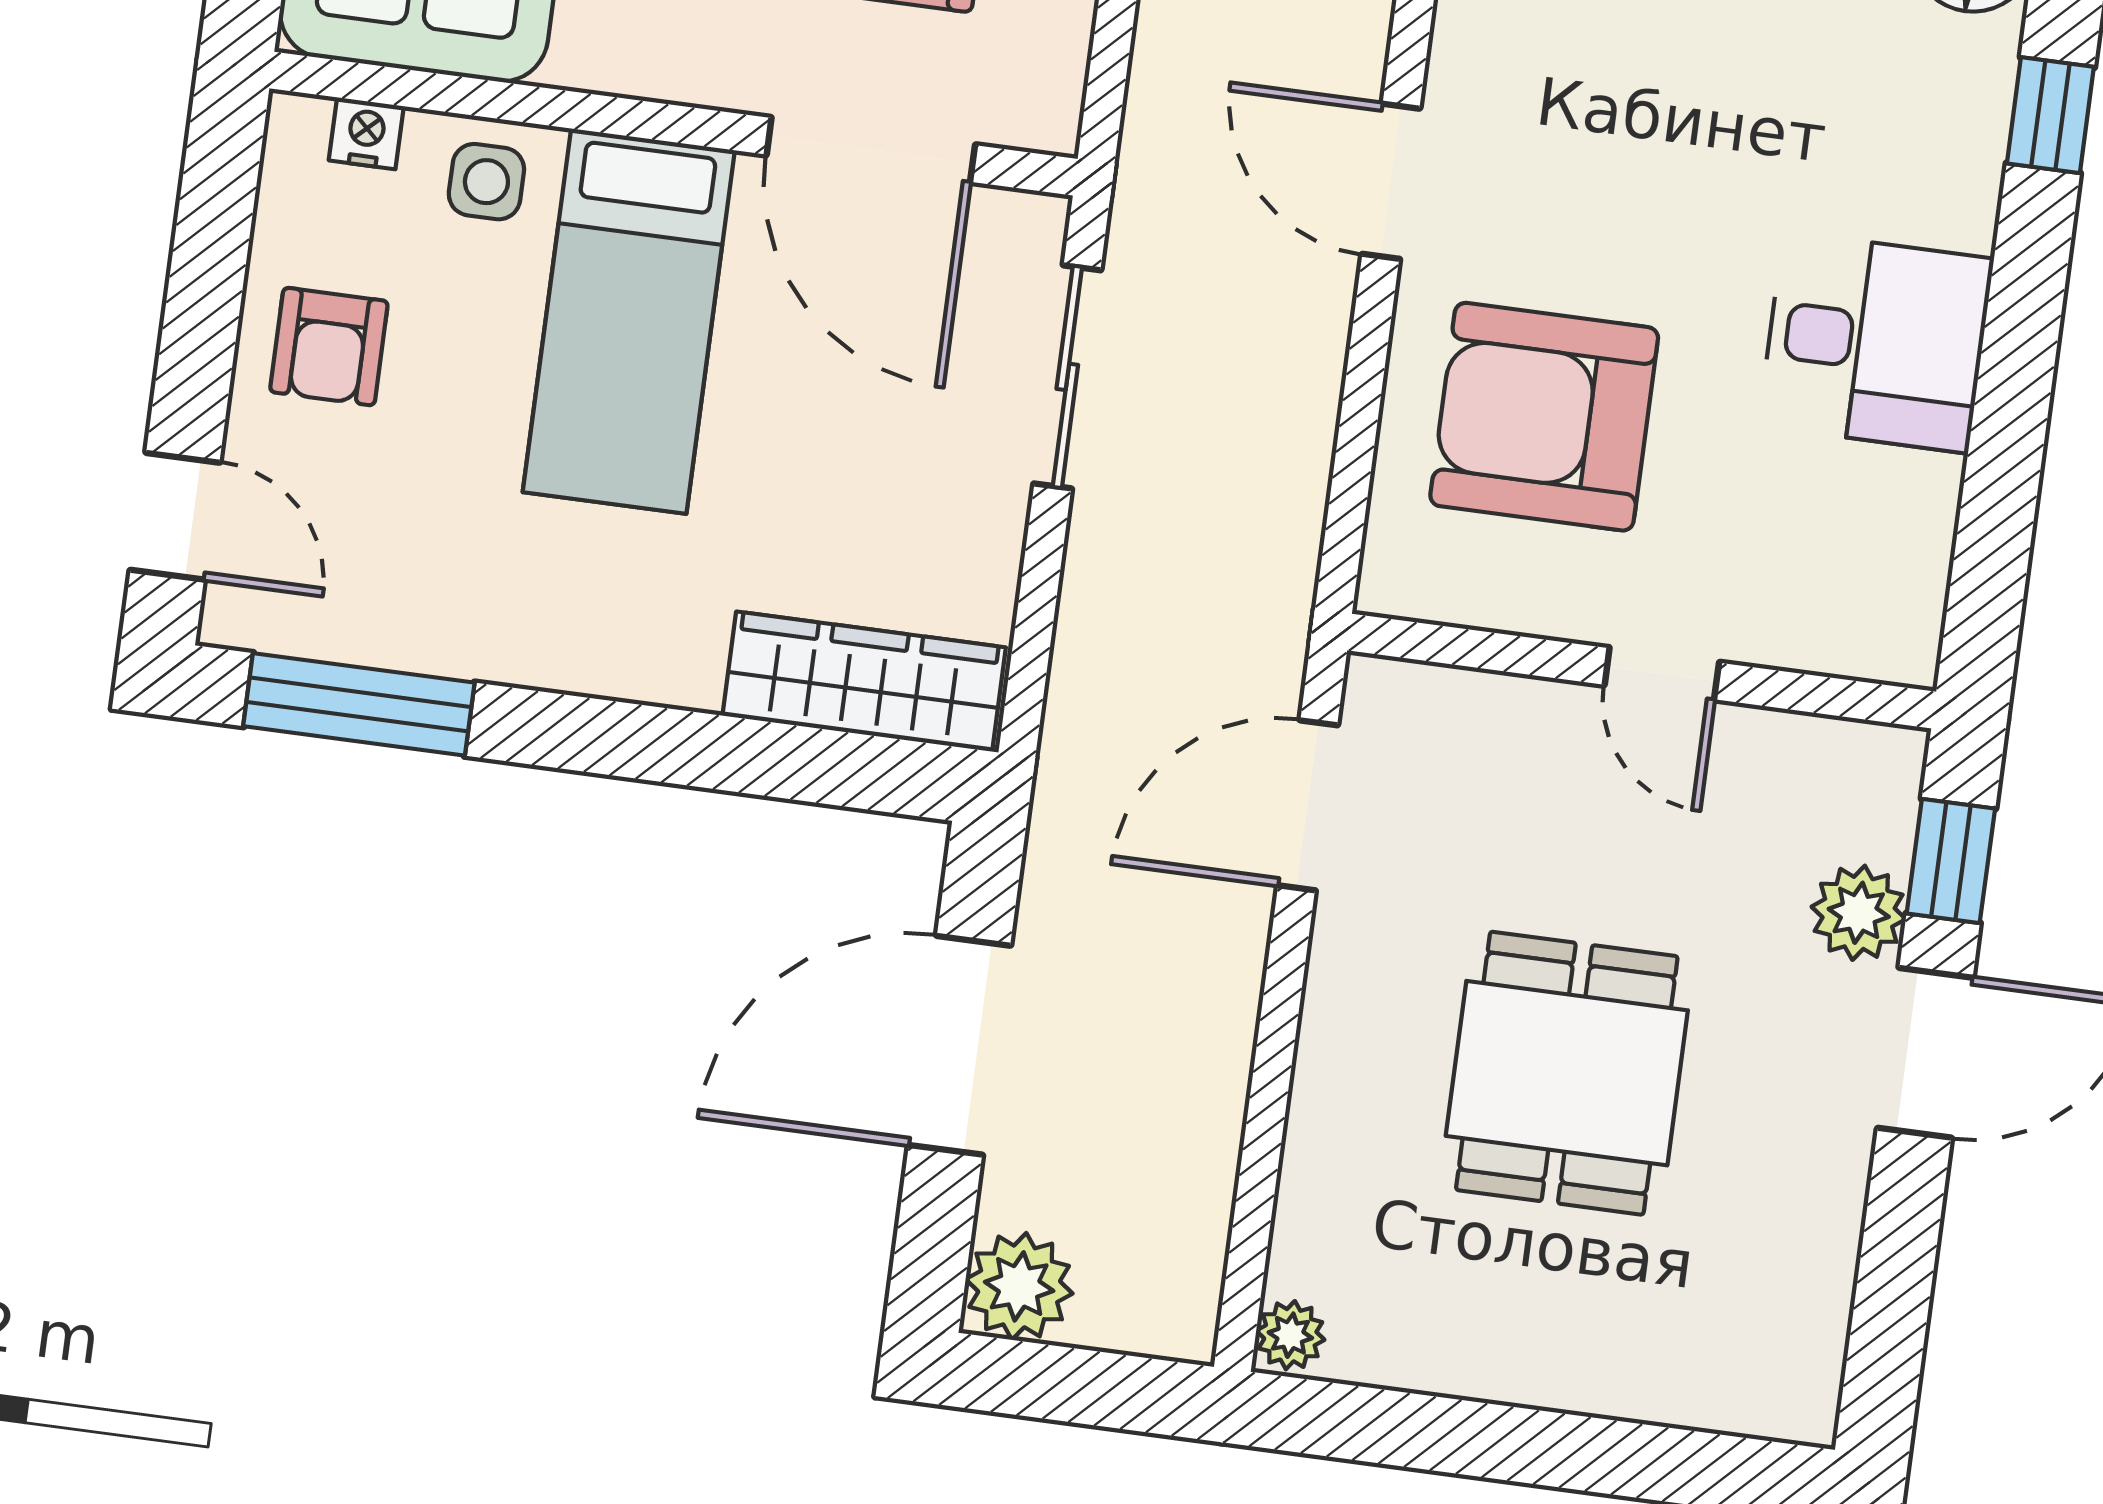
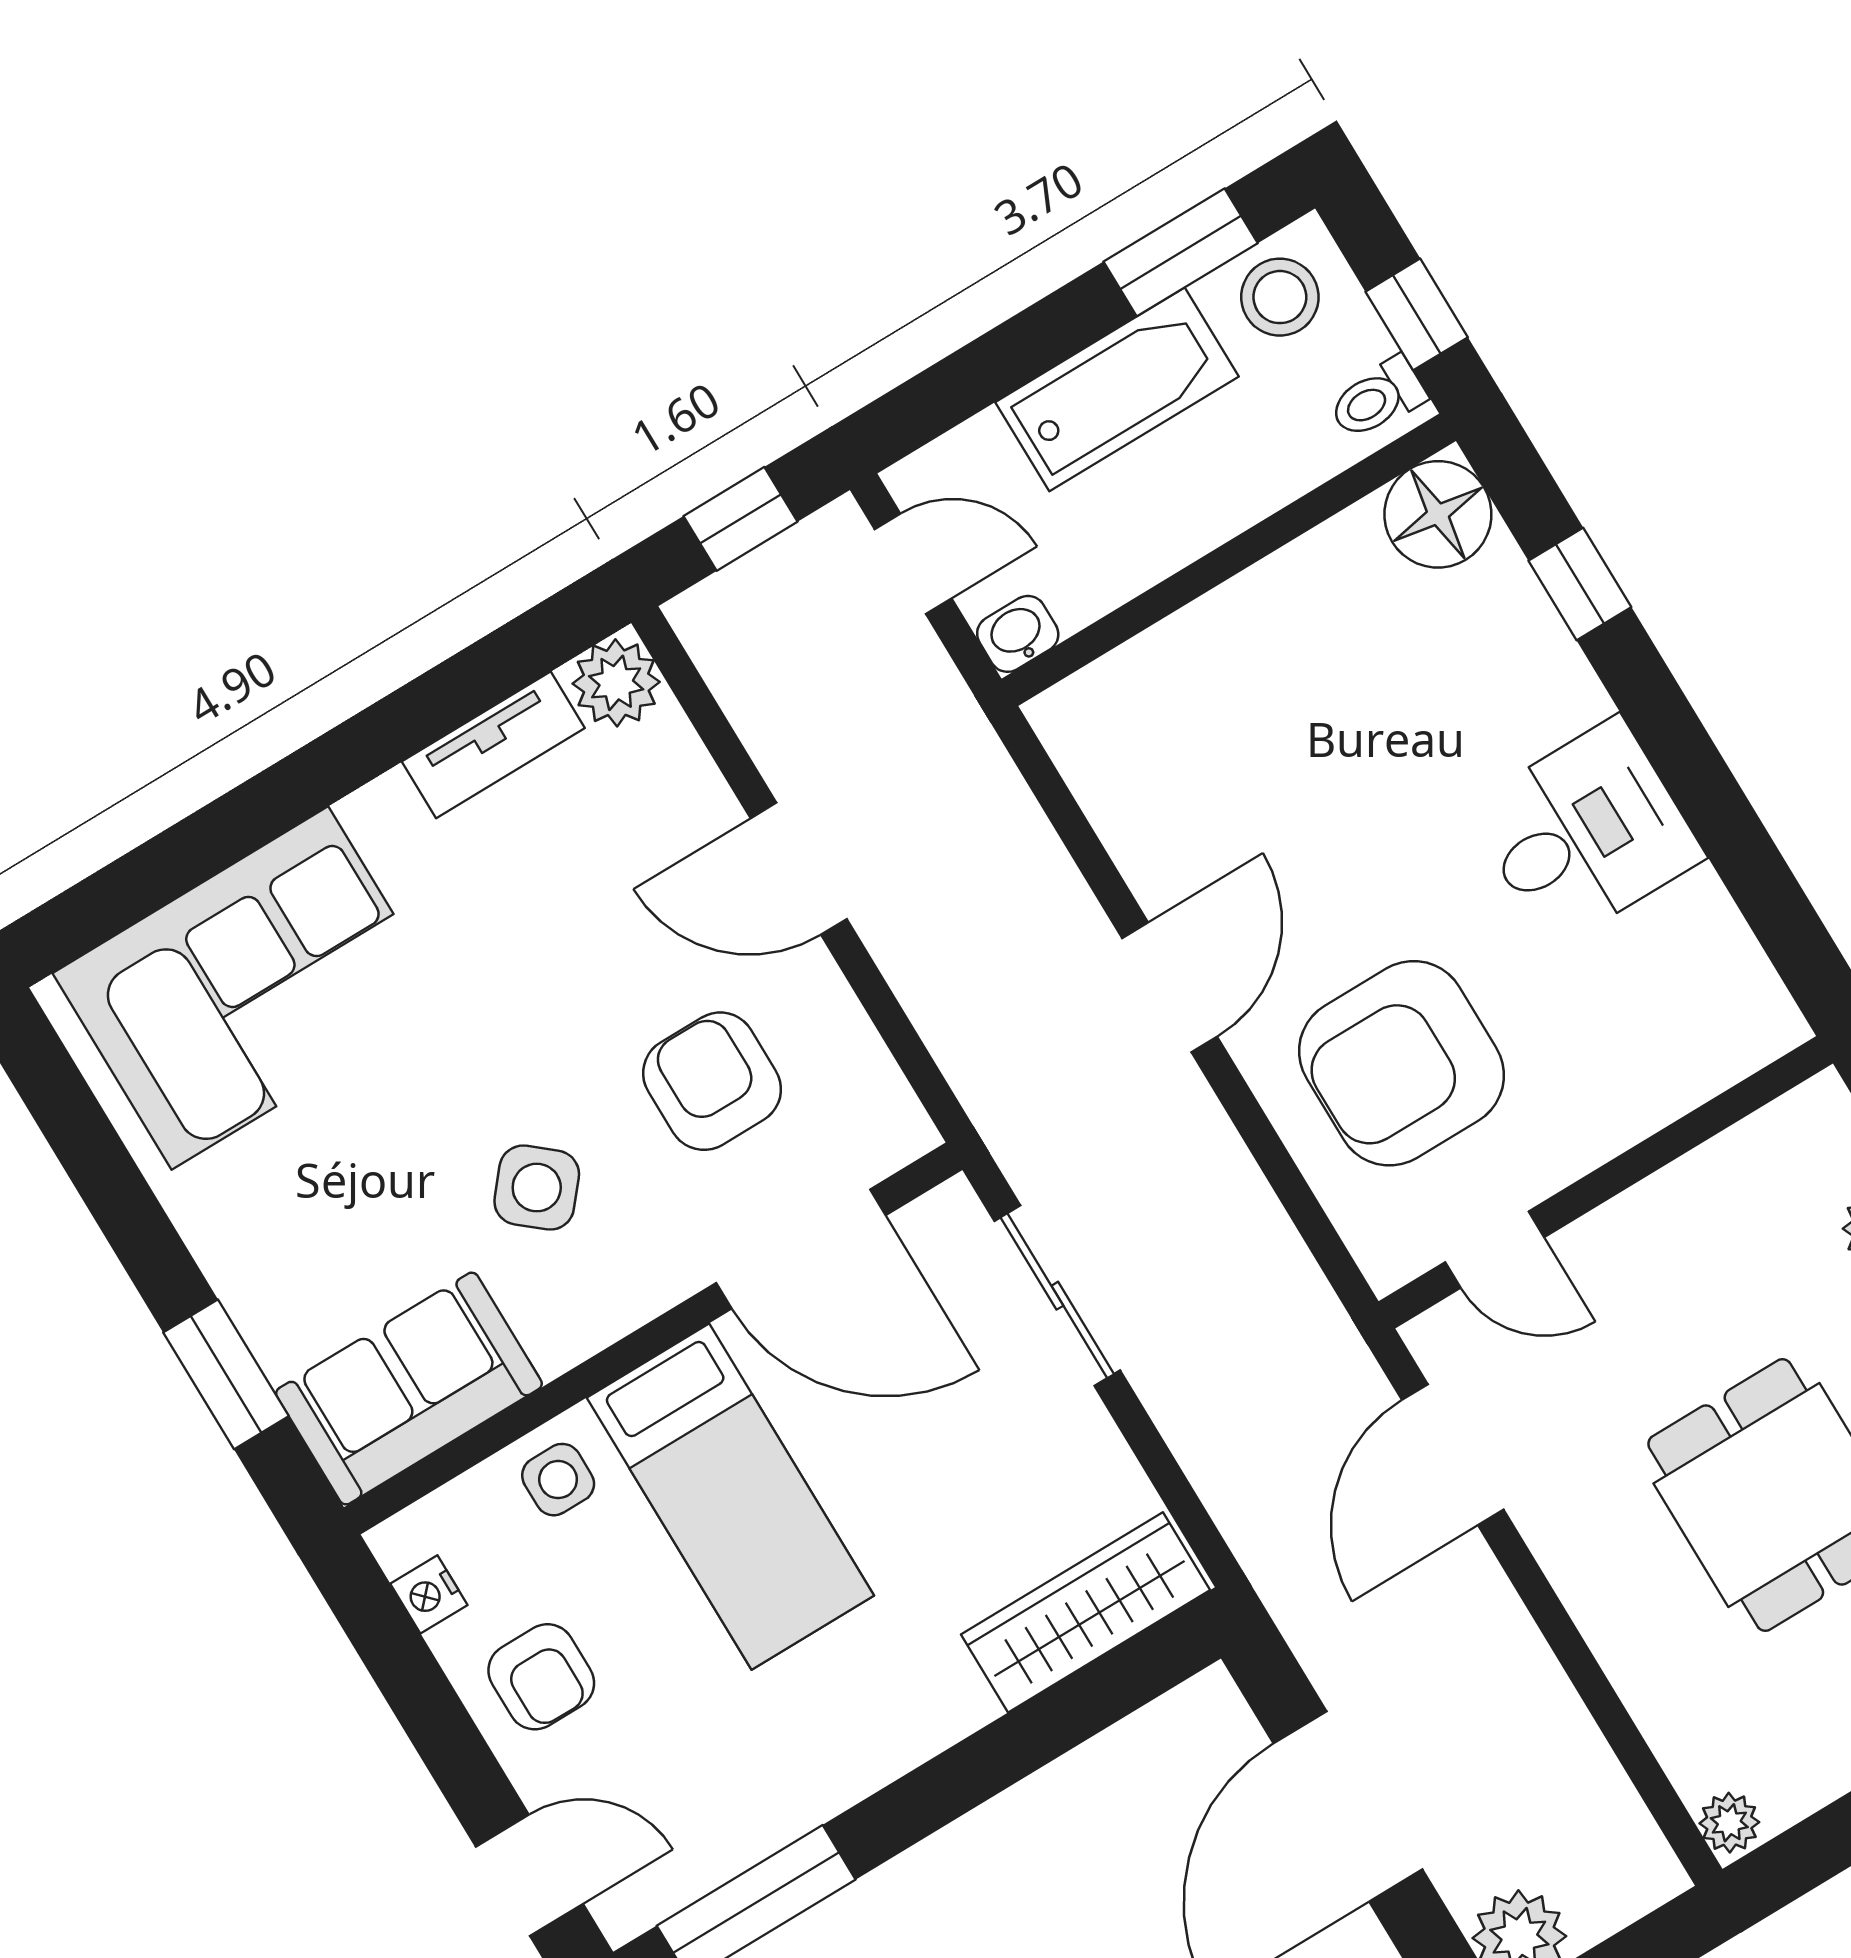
nightstand: (366, 133) -> (429, 1594), moved, turned -90
door: (1391, 181) -> (1170, 987), swing flipped
door: (1662, 674) -> (1495, 1250), moved

